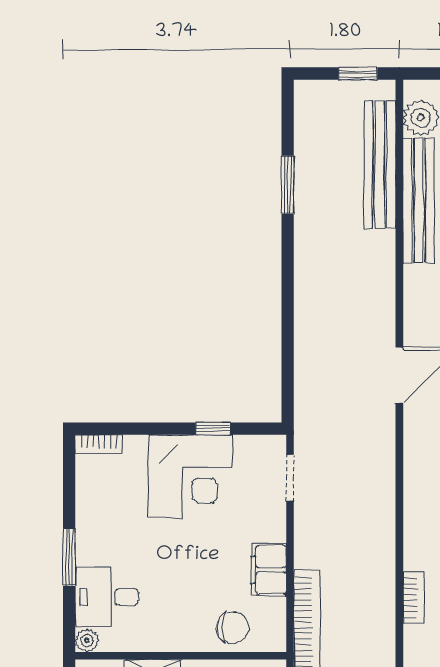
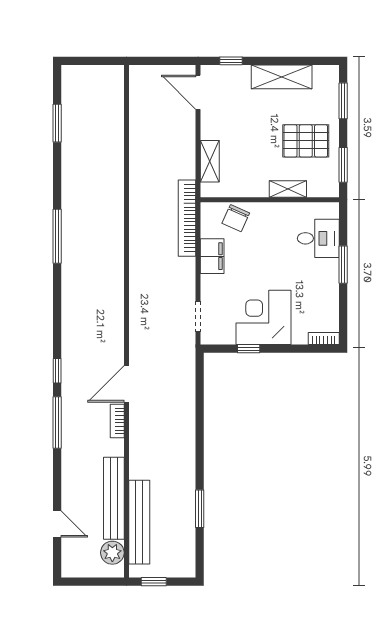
bookcase: (413, 598) -> (117, 421), moved
chair: (233, 628) -> (236, 218), turned -70
plant: (87, 640) -> (331, 210), removed

